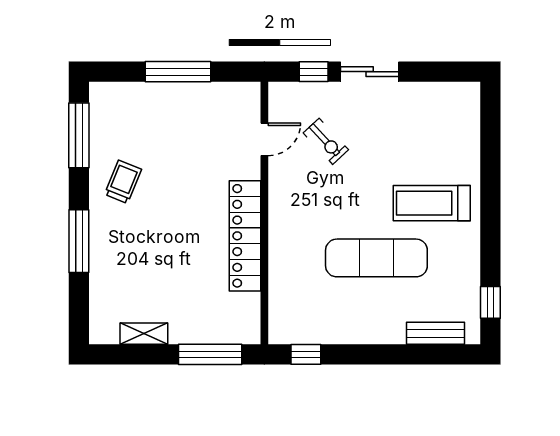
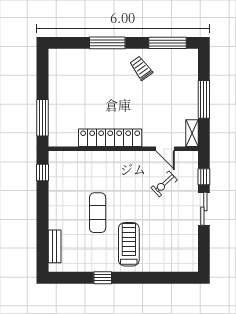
trolley: (123, 182) -> (141, 68), turned -148
exercise mat: (376, 258) -> (98, 213), width x0.73, depth x0.69
window: (490, 302) -> (103, 278), moved
shelving: (144, 334) -> (192, 133), moved

